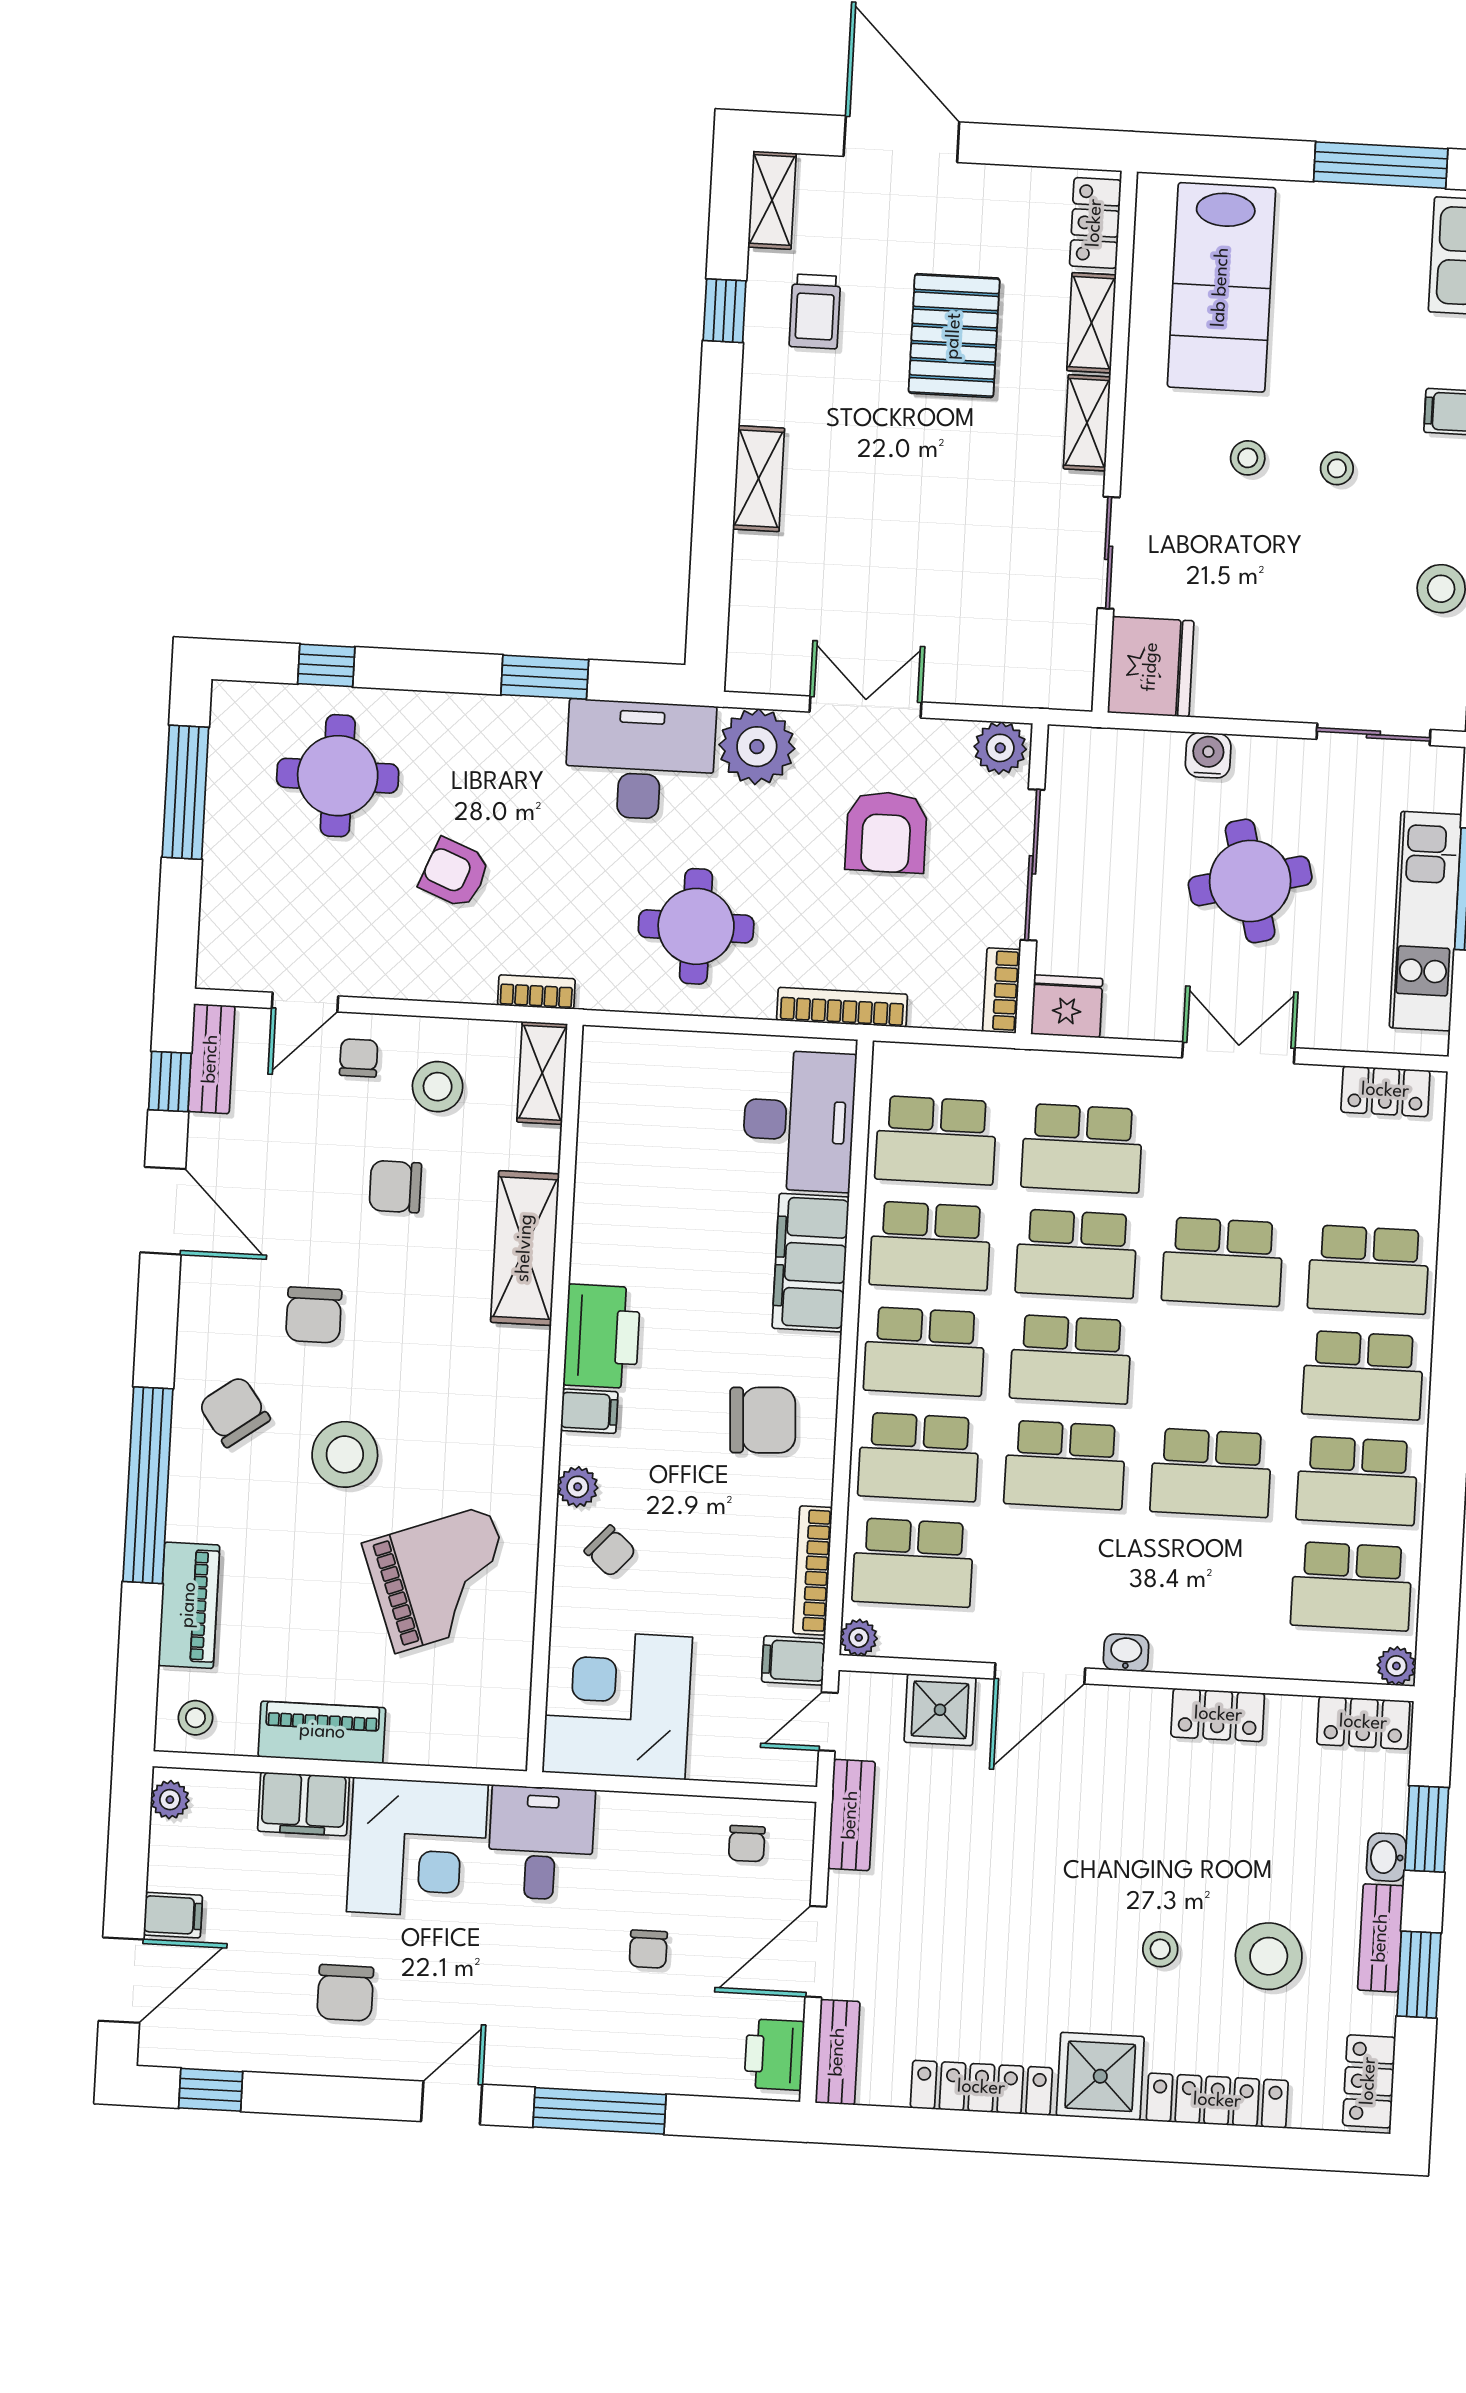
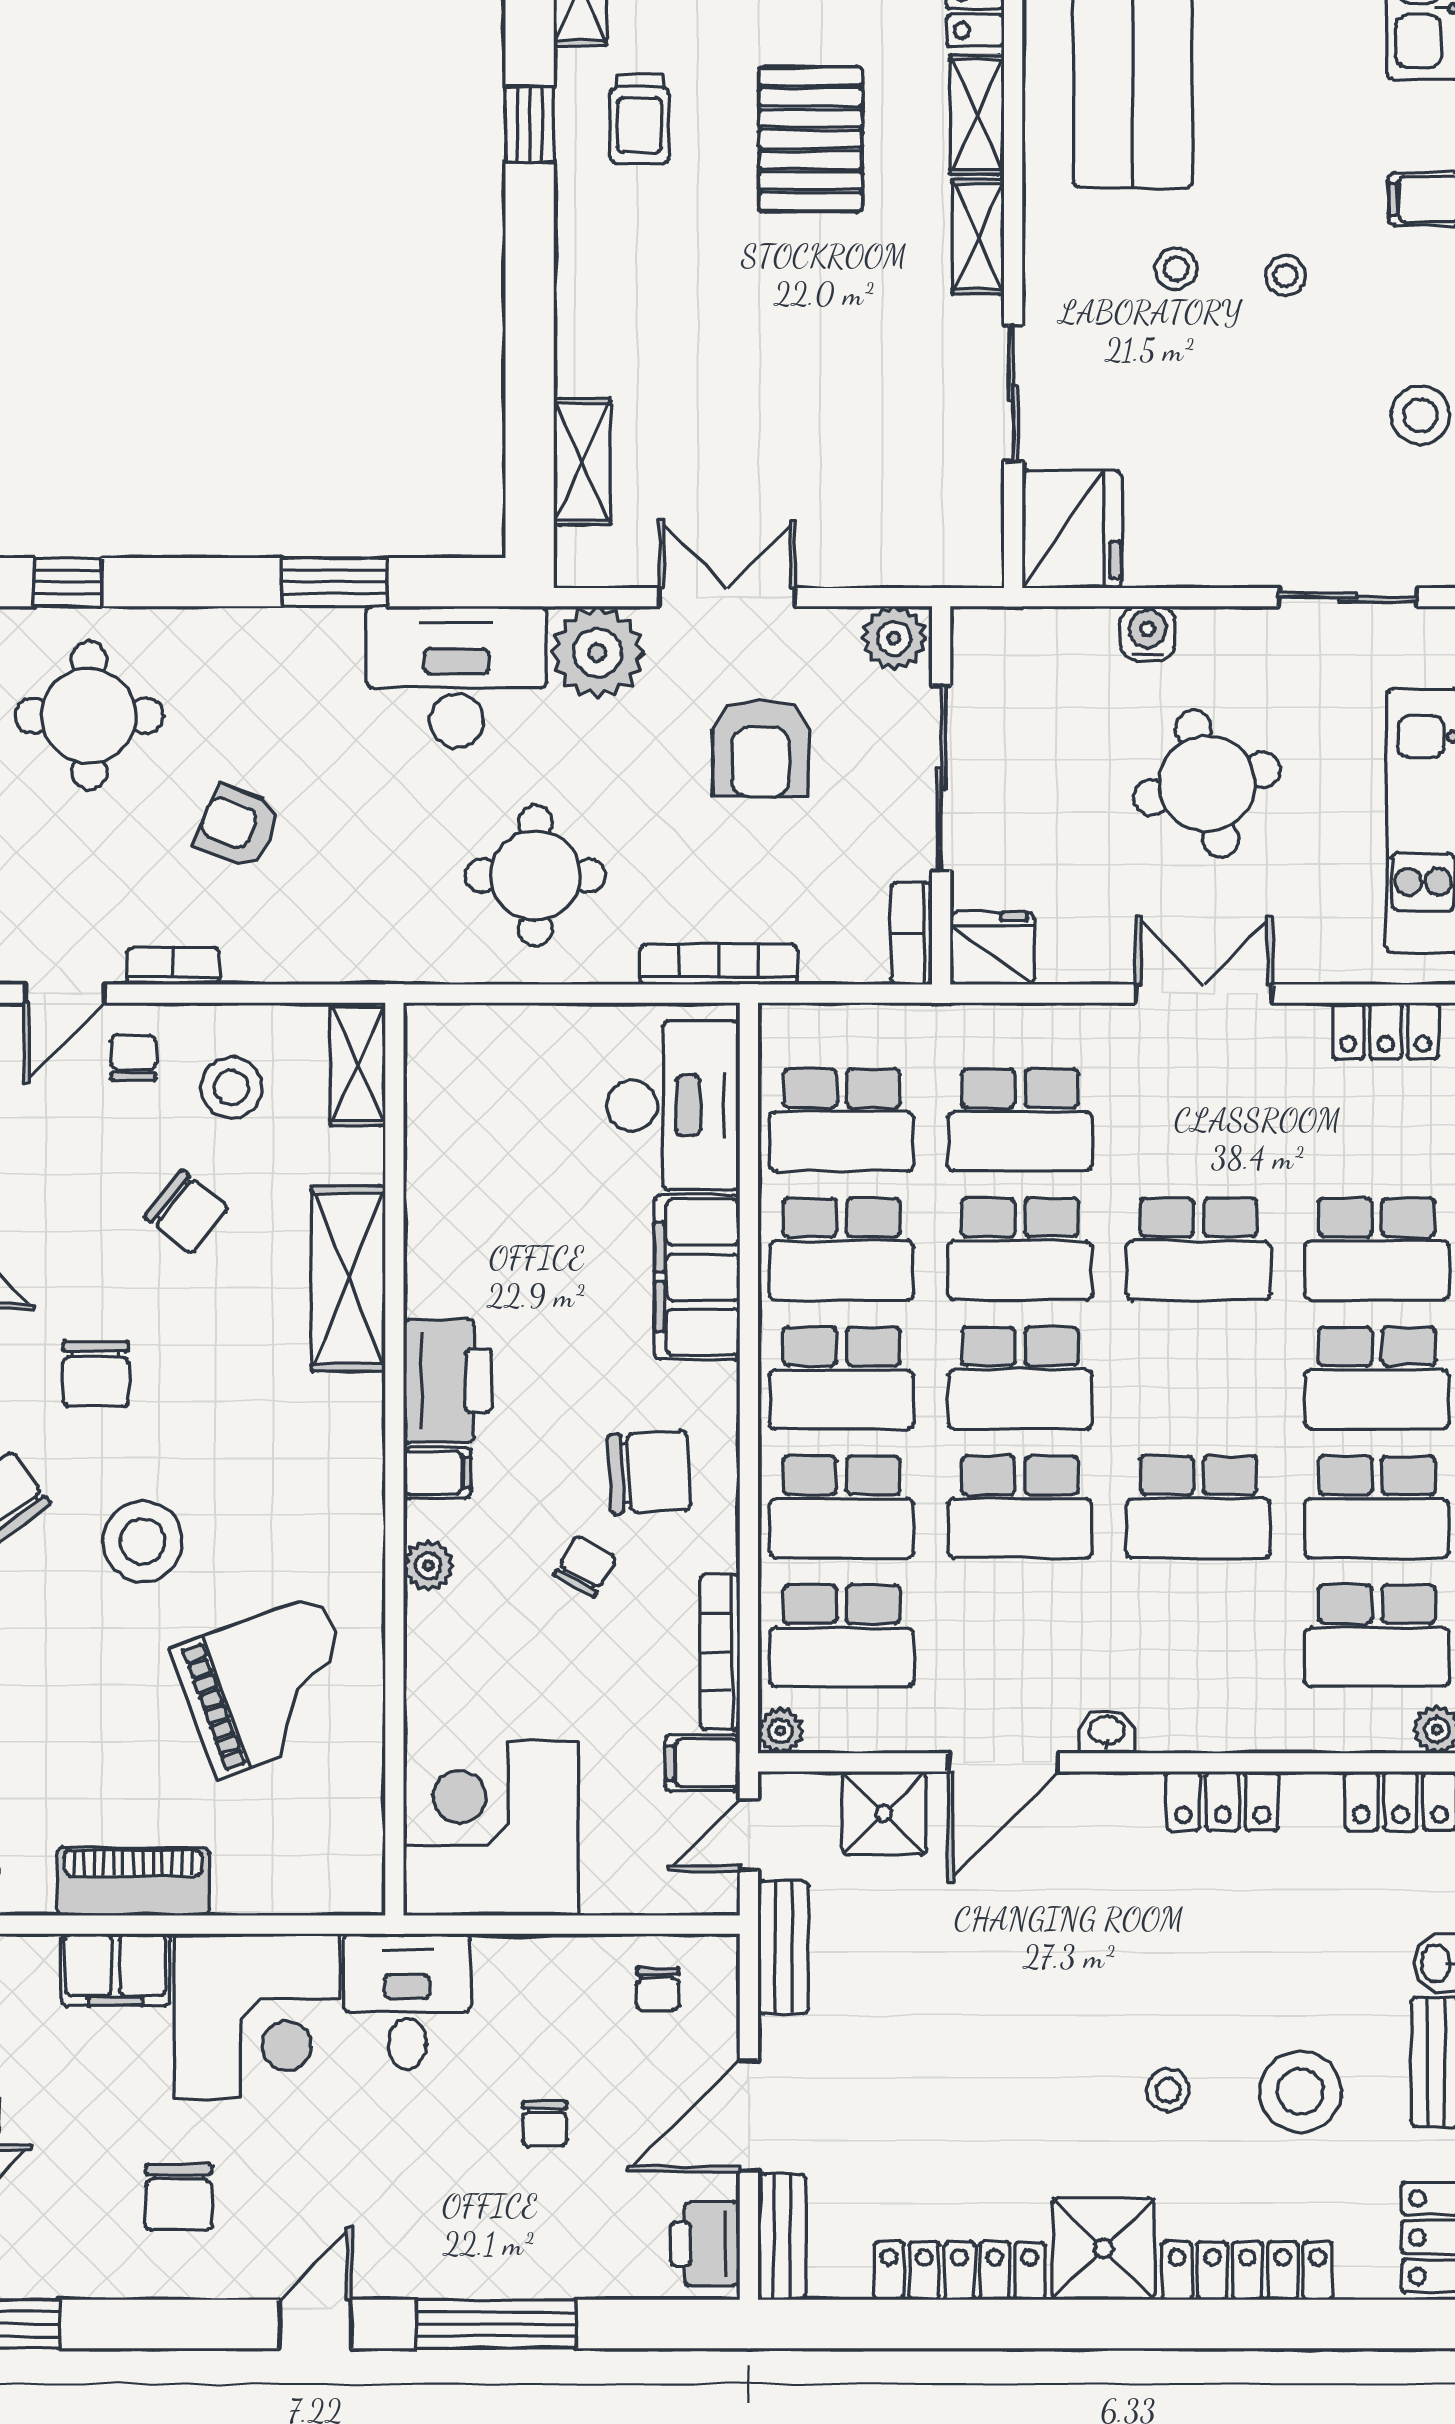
shelving: (759, 479) -> (582, 462), moved
bookcase: (536, 992) -> (173, 966), moved
chair: (395, 1187) -> (186, 1212), turned -141
chair: (610, 1551) -> (585, 1566), moved, turned -103

